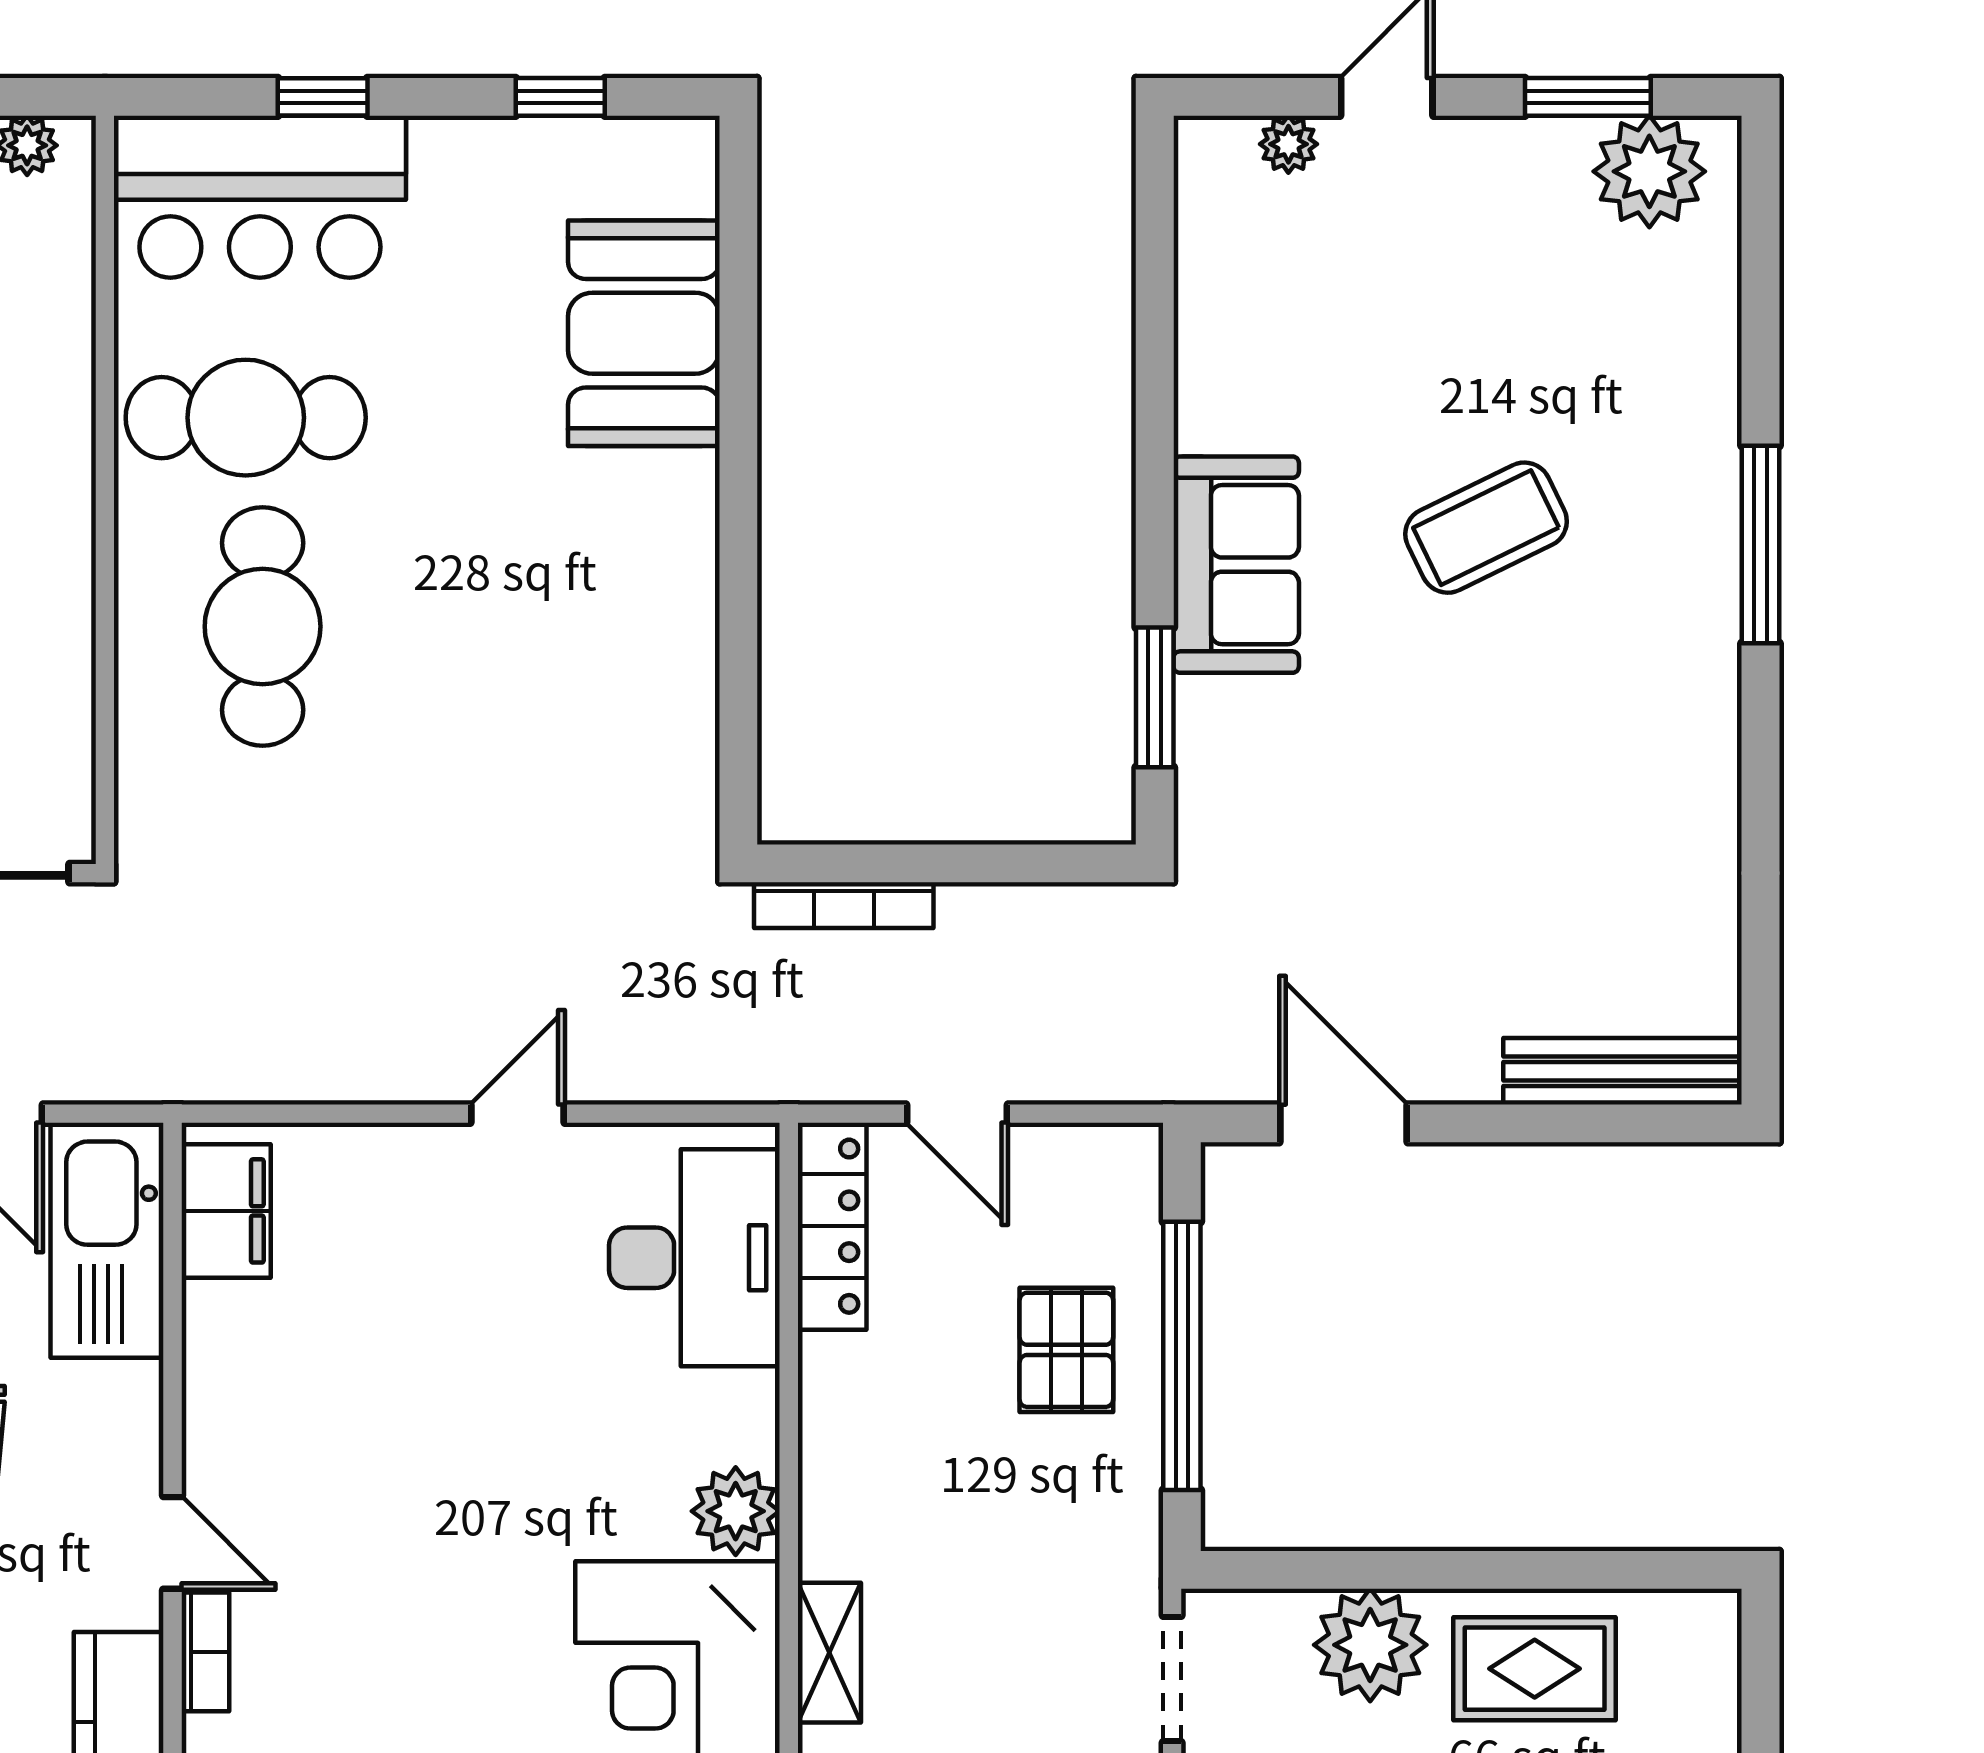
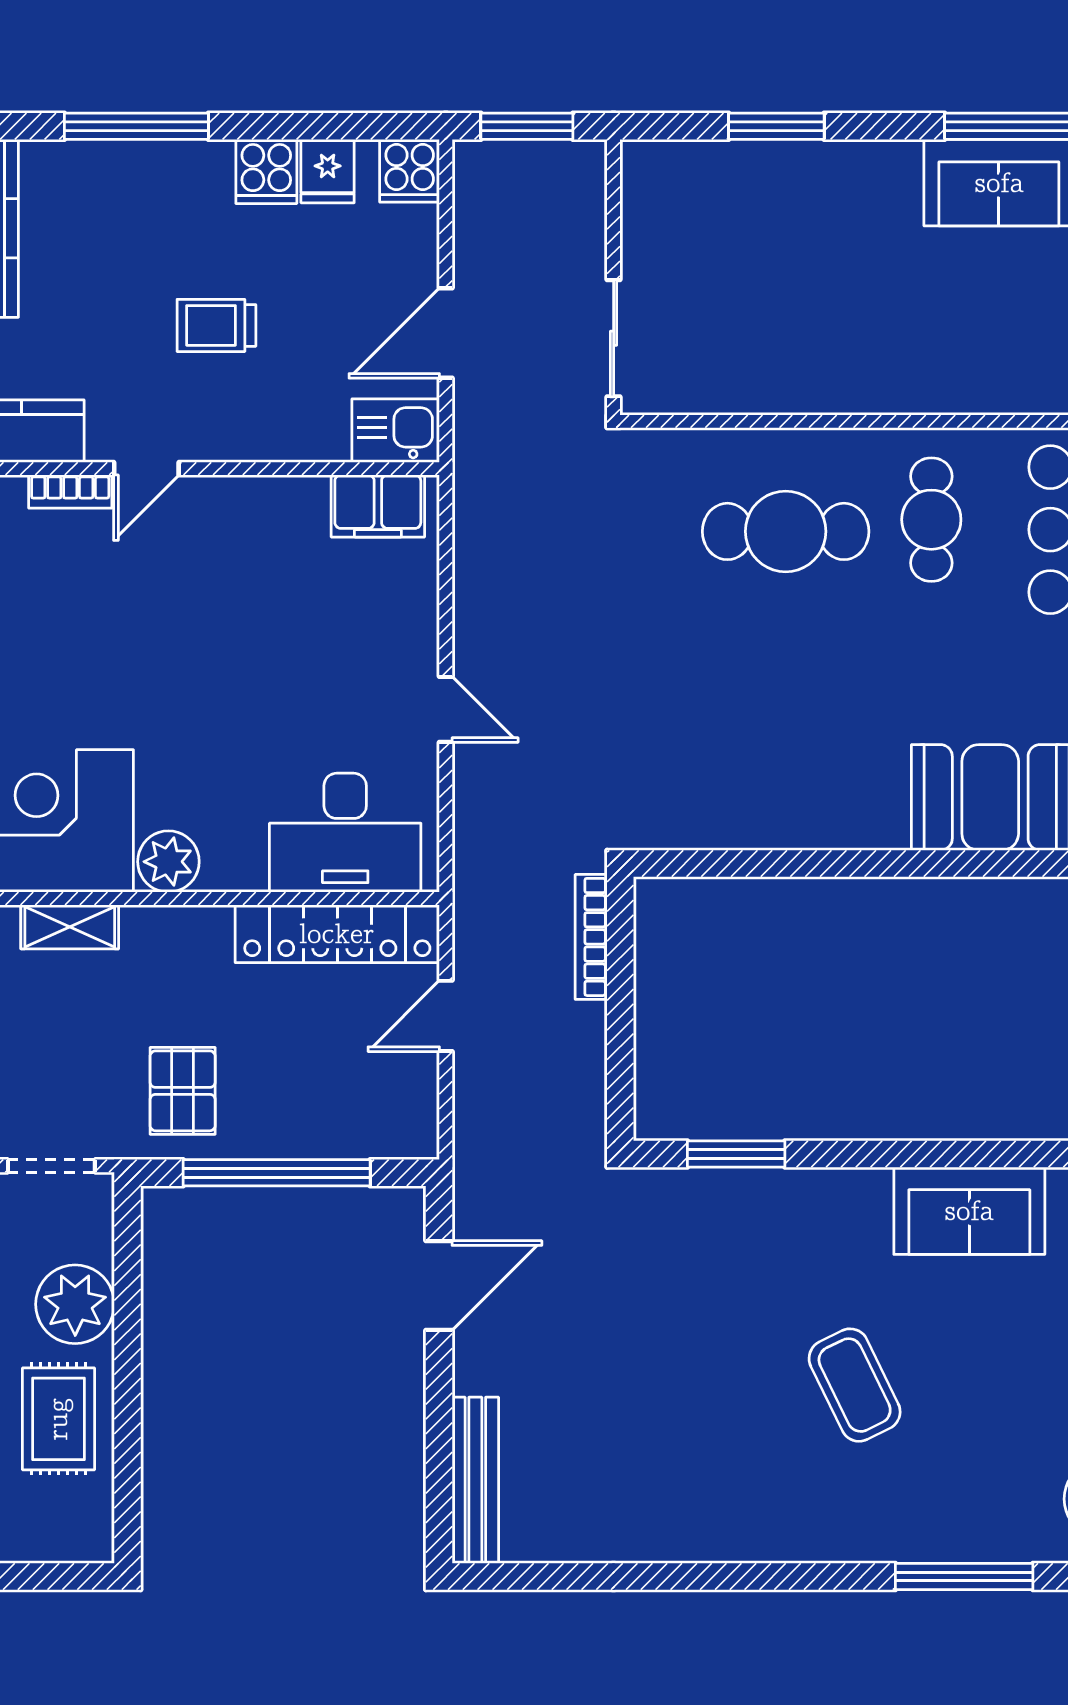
cafe table: (246, 418) -> (931, 520), width x0.73, depth x0.74
window: (1760, 544) -> (964, 1577), moved
sofa: (1236, 565) -> (969, 1211), moved
locker: (832, 1226) -> (337, 934), width x1.41, depth x1.21
kitchen sink: (107, 1240) -> (396, 431), width x0.53, depth x0.81
pallet: (1066, 1350) -> (183, 1091), moved, turned 90

